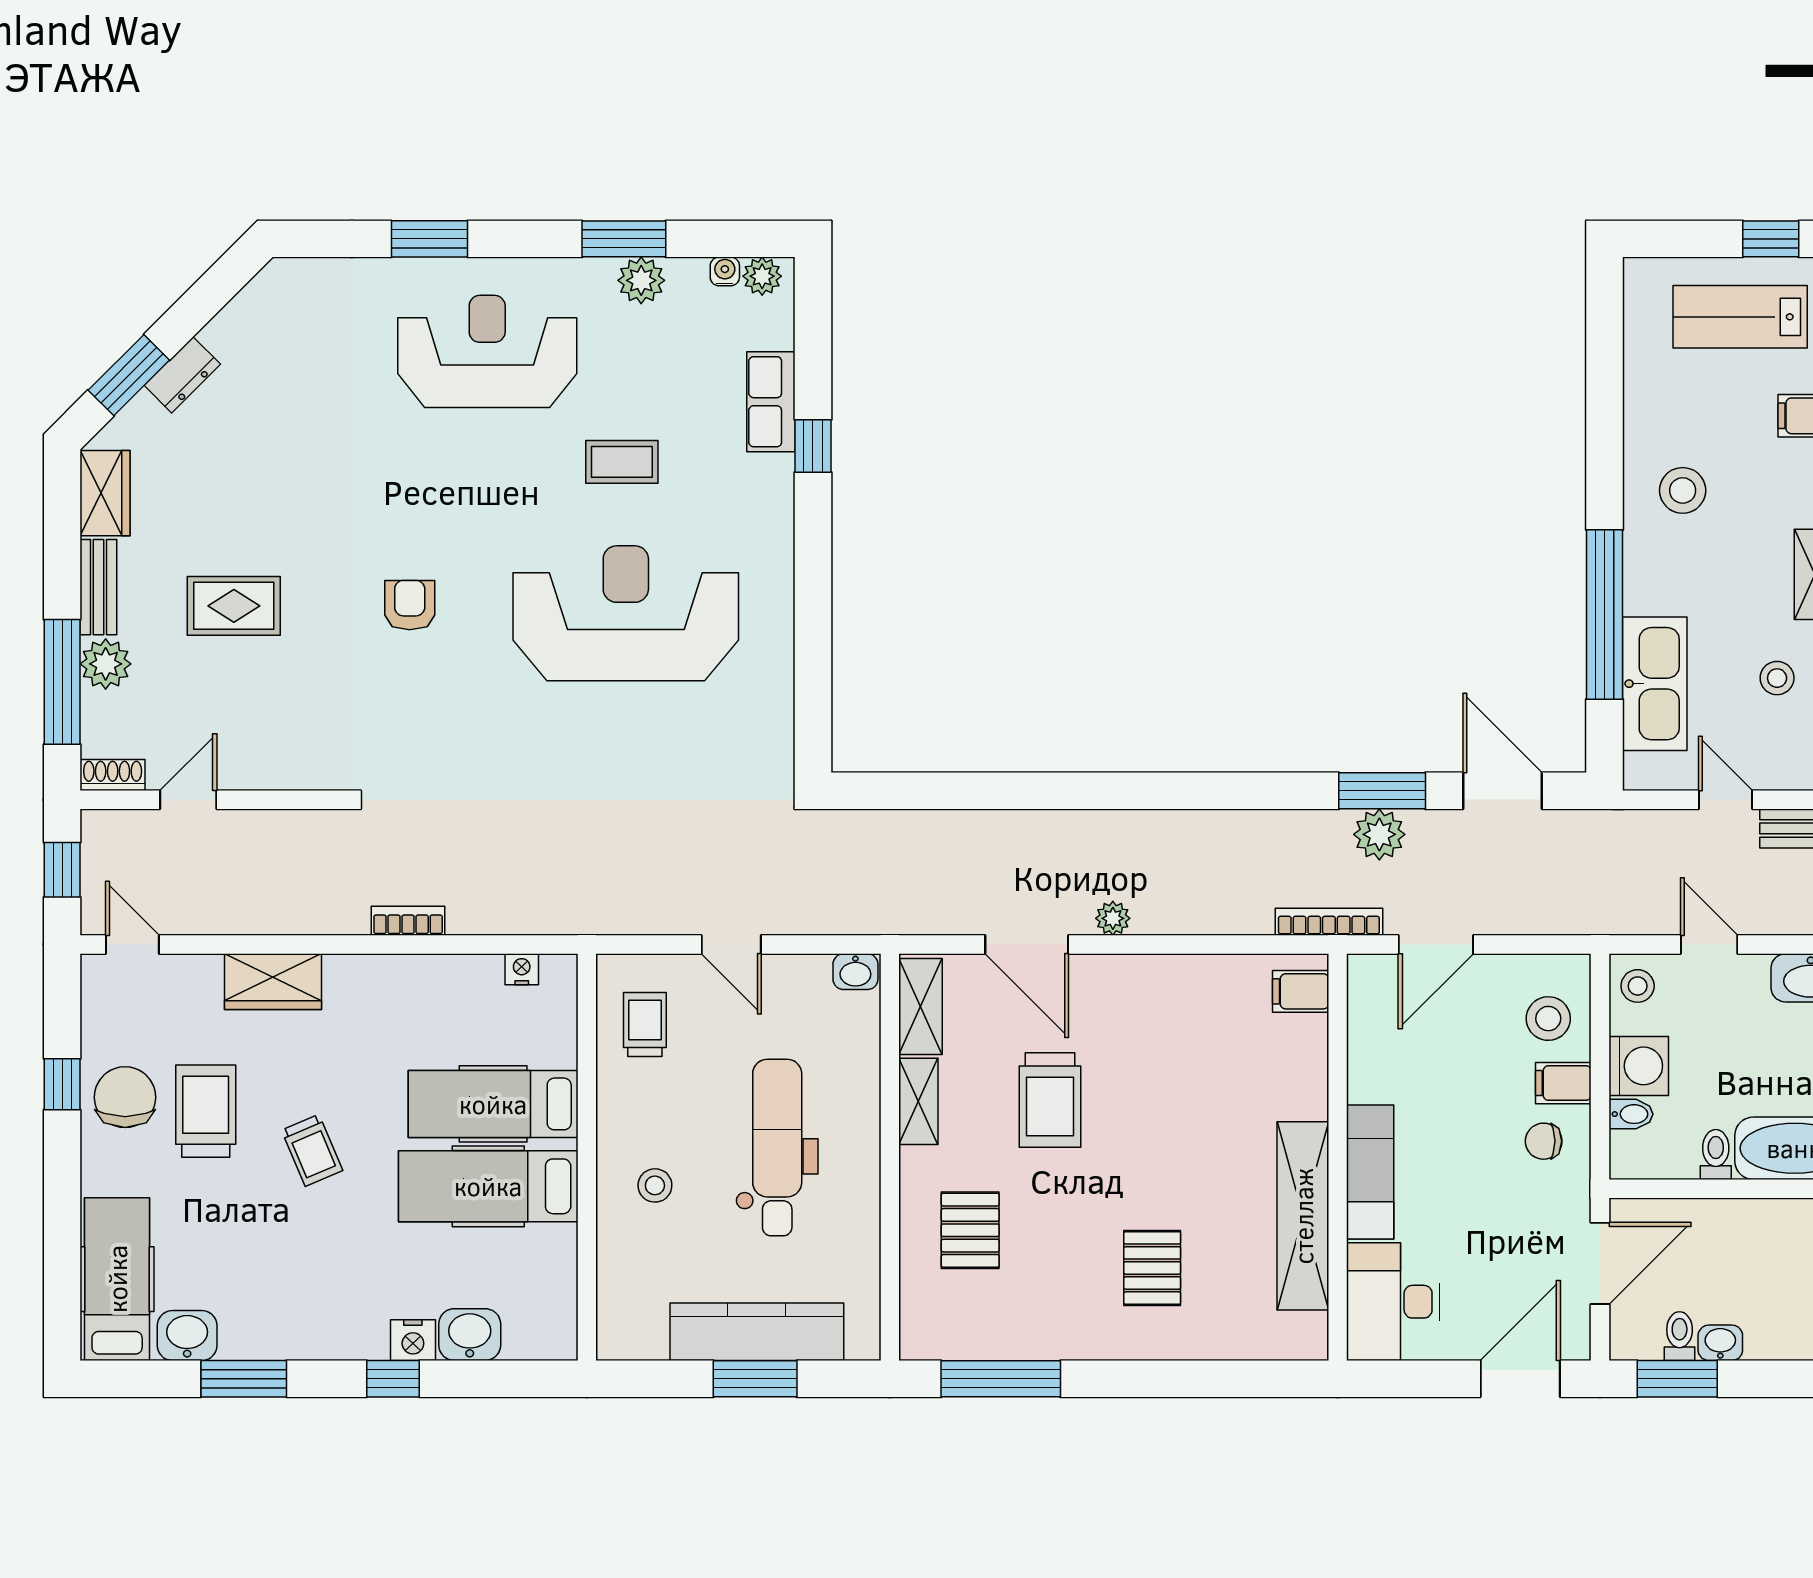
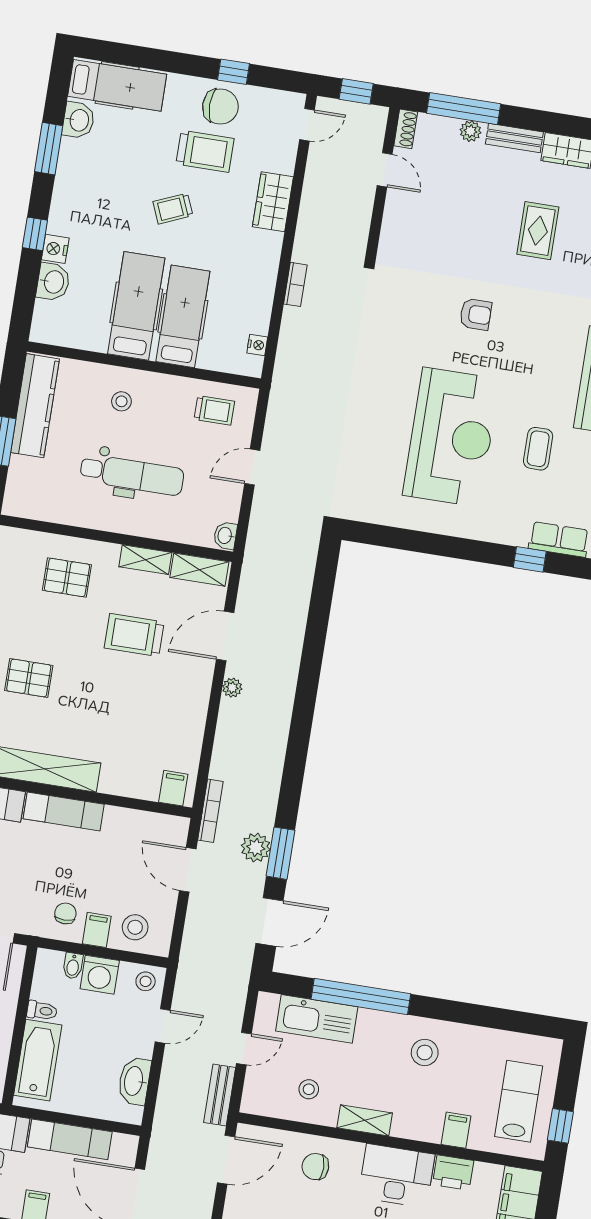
rug: (234, 606) -> (538, 231), moved
plant: (106, 664) -> (470, 131), width x0.73, depth x0.73
kitchen counter: (757, 1332) -> (35, 406), moved

